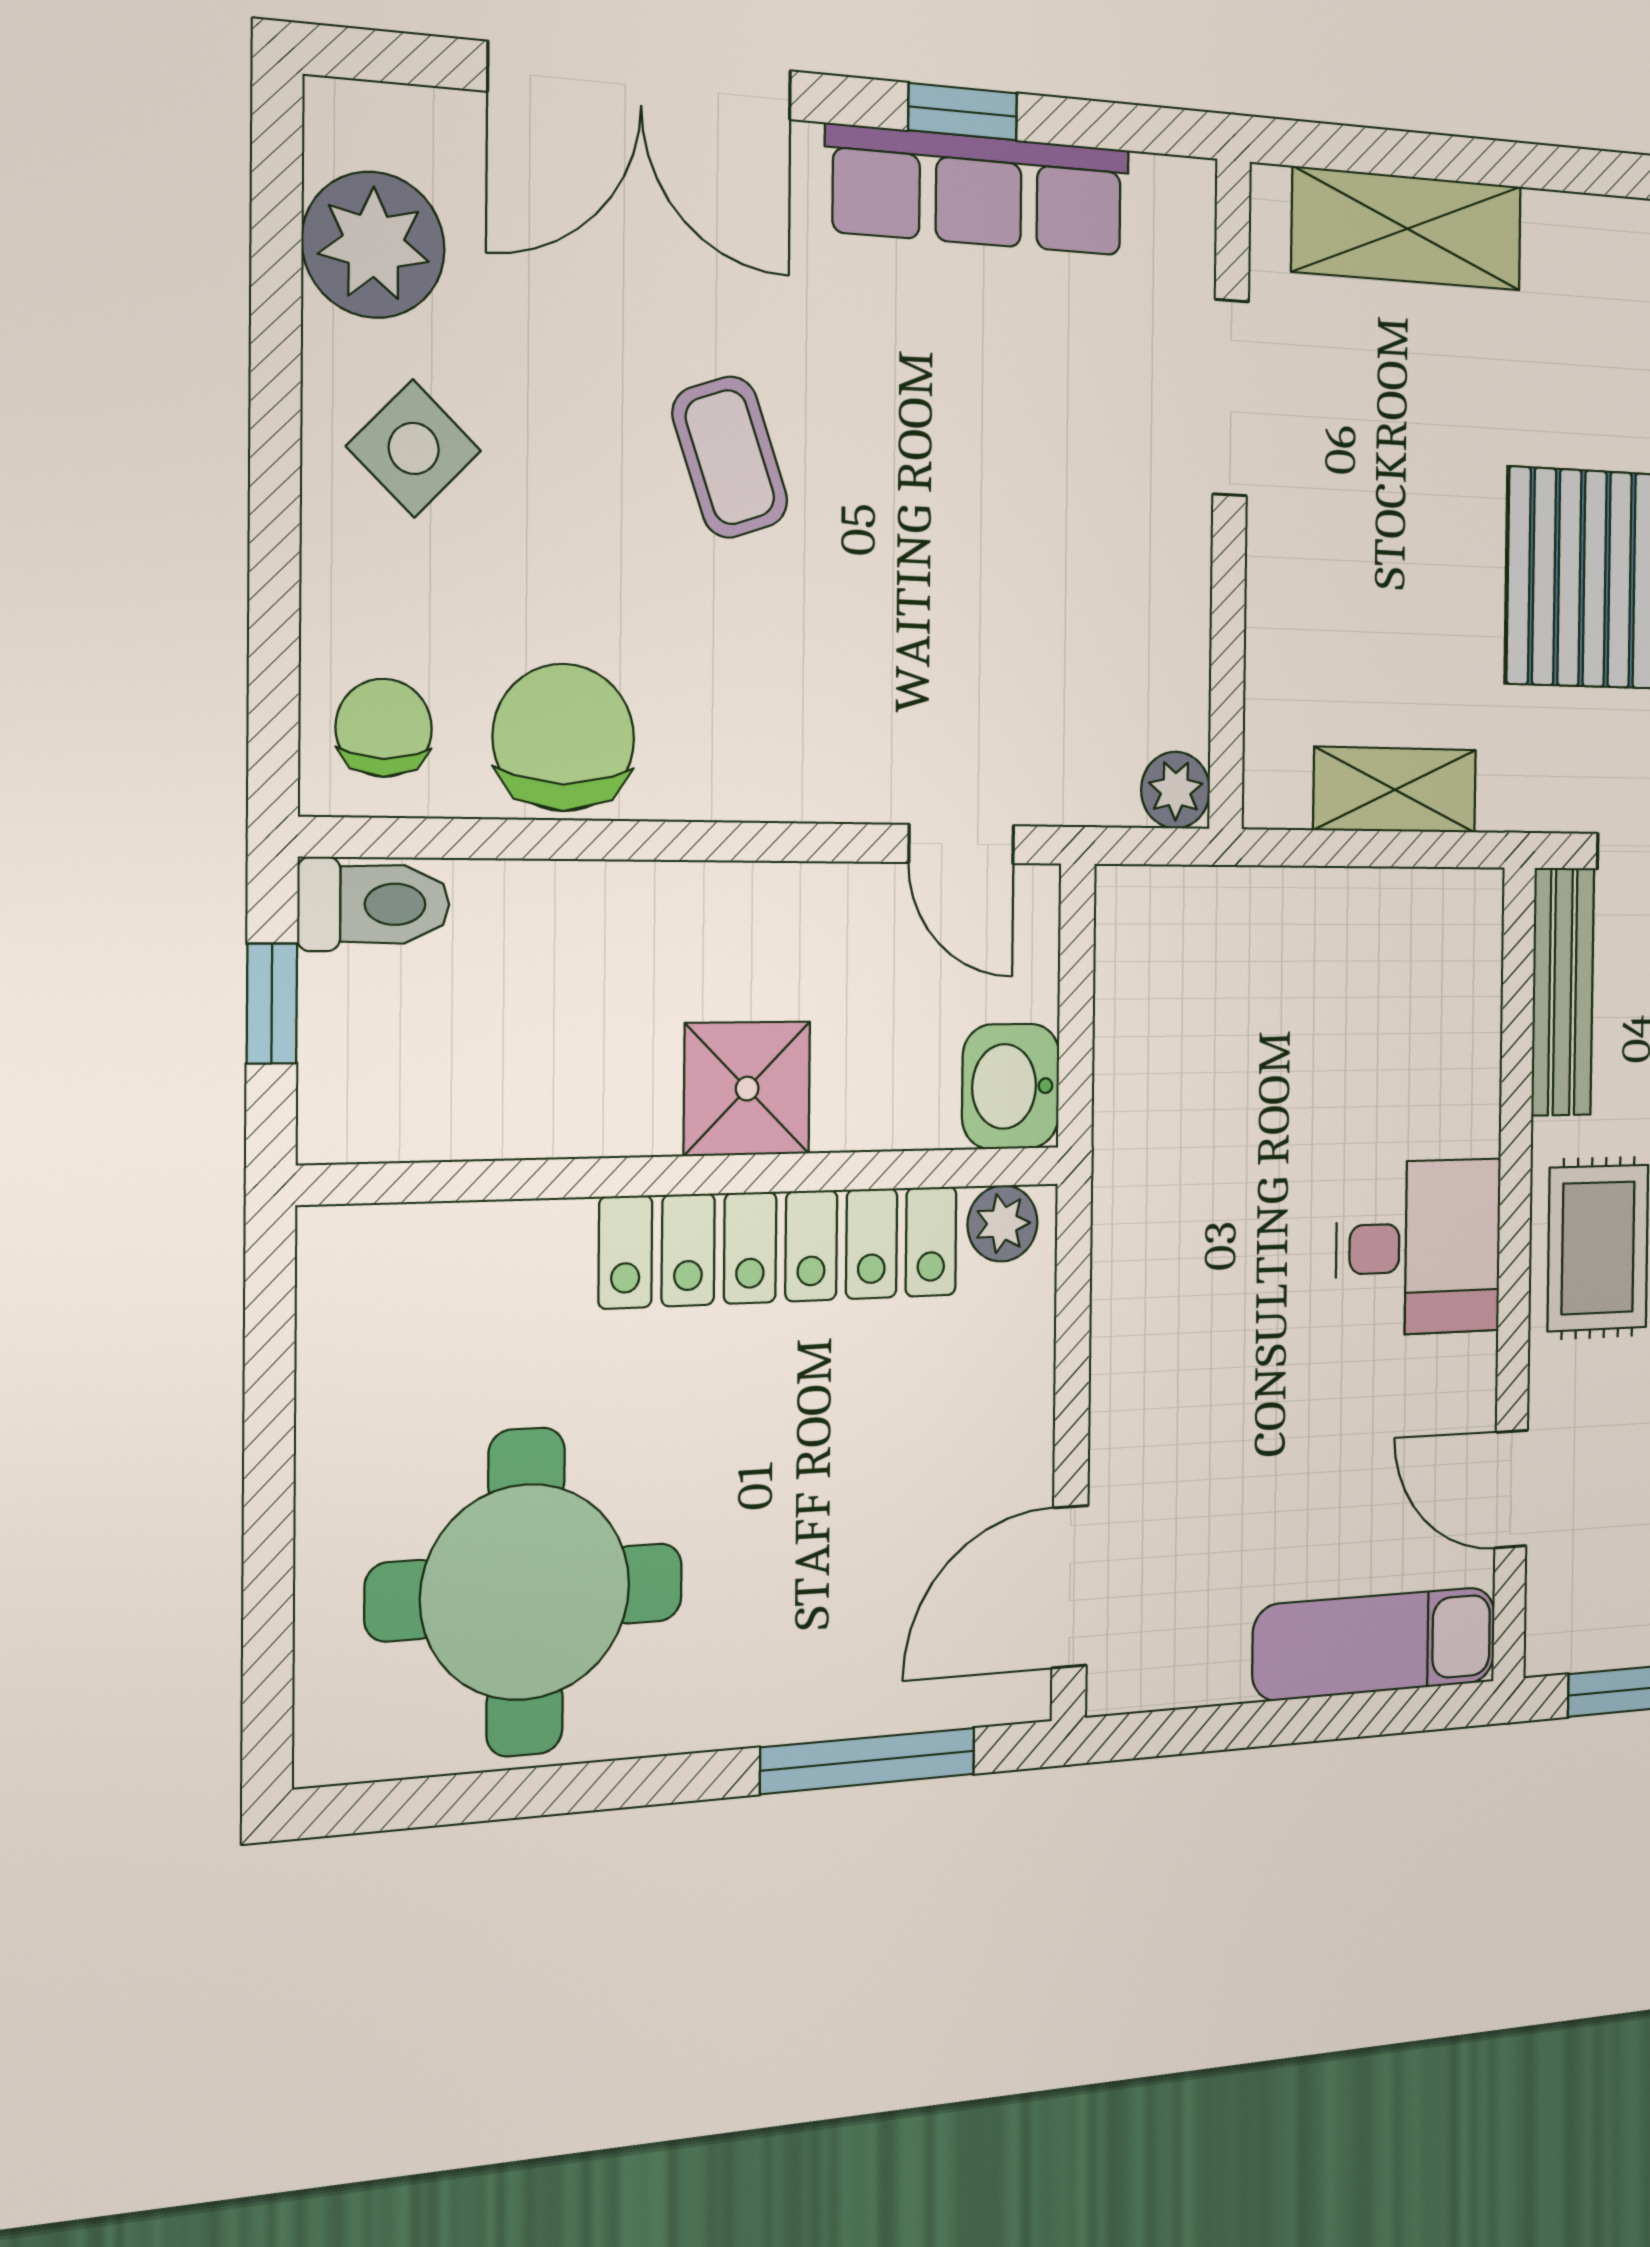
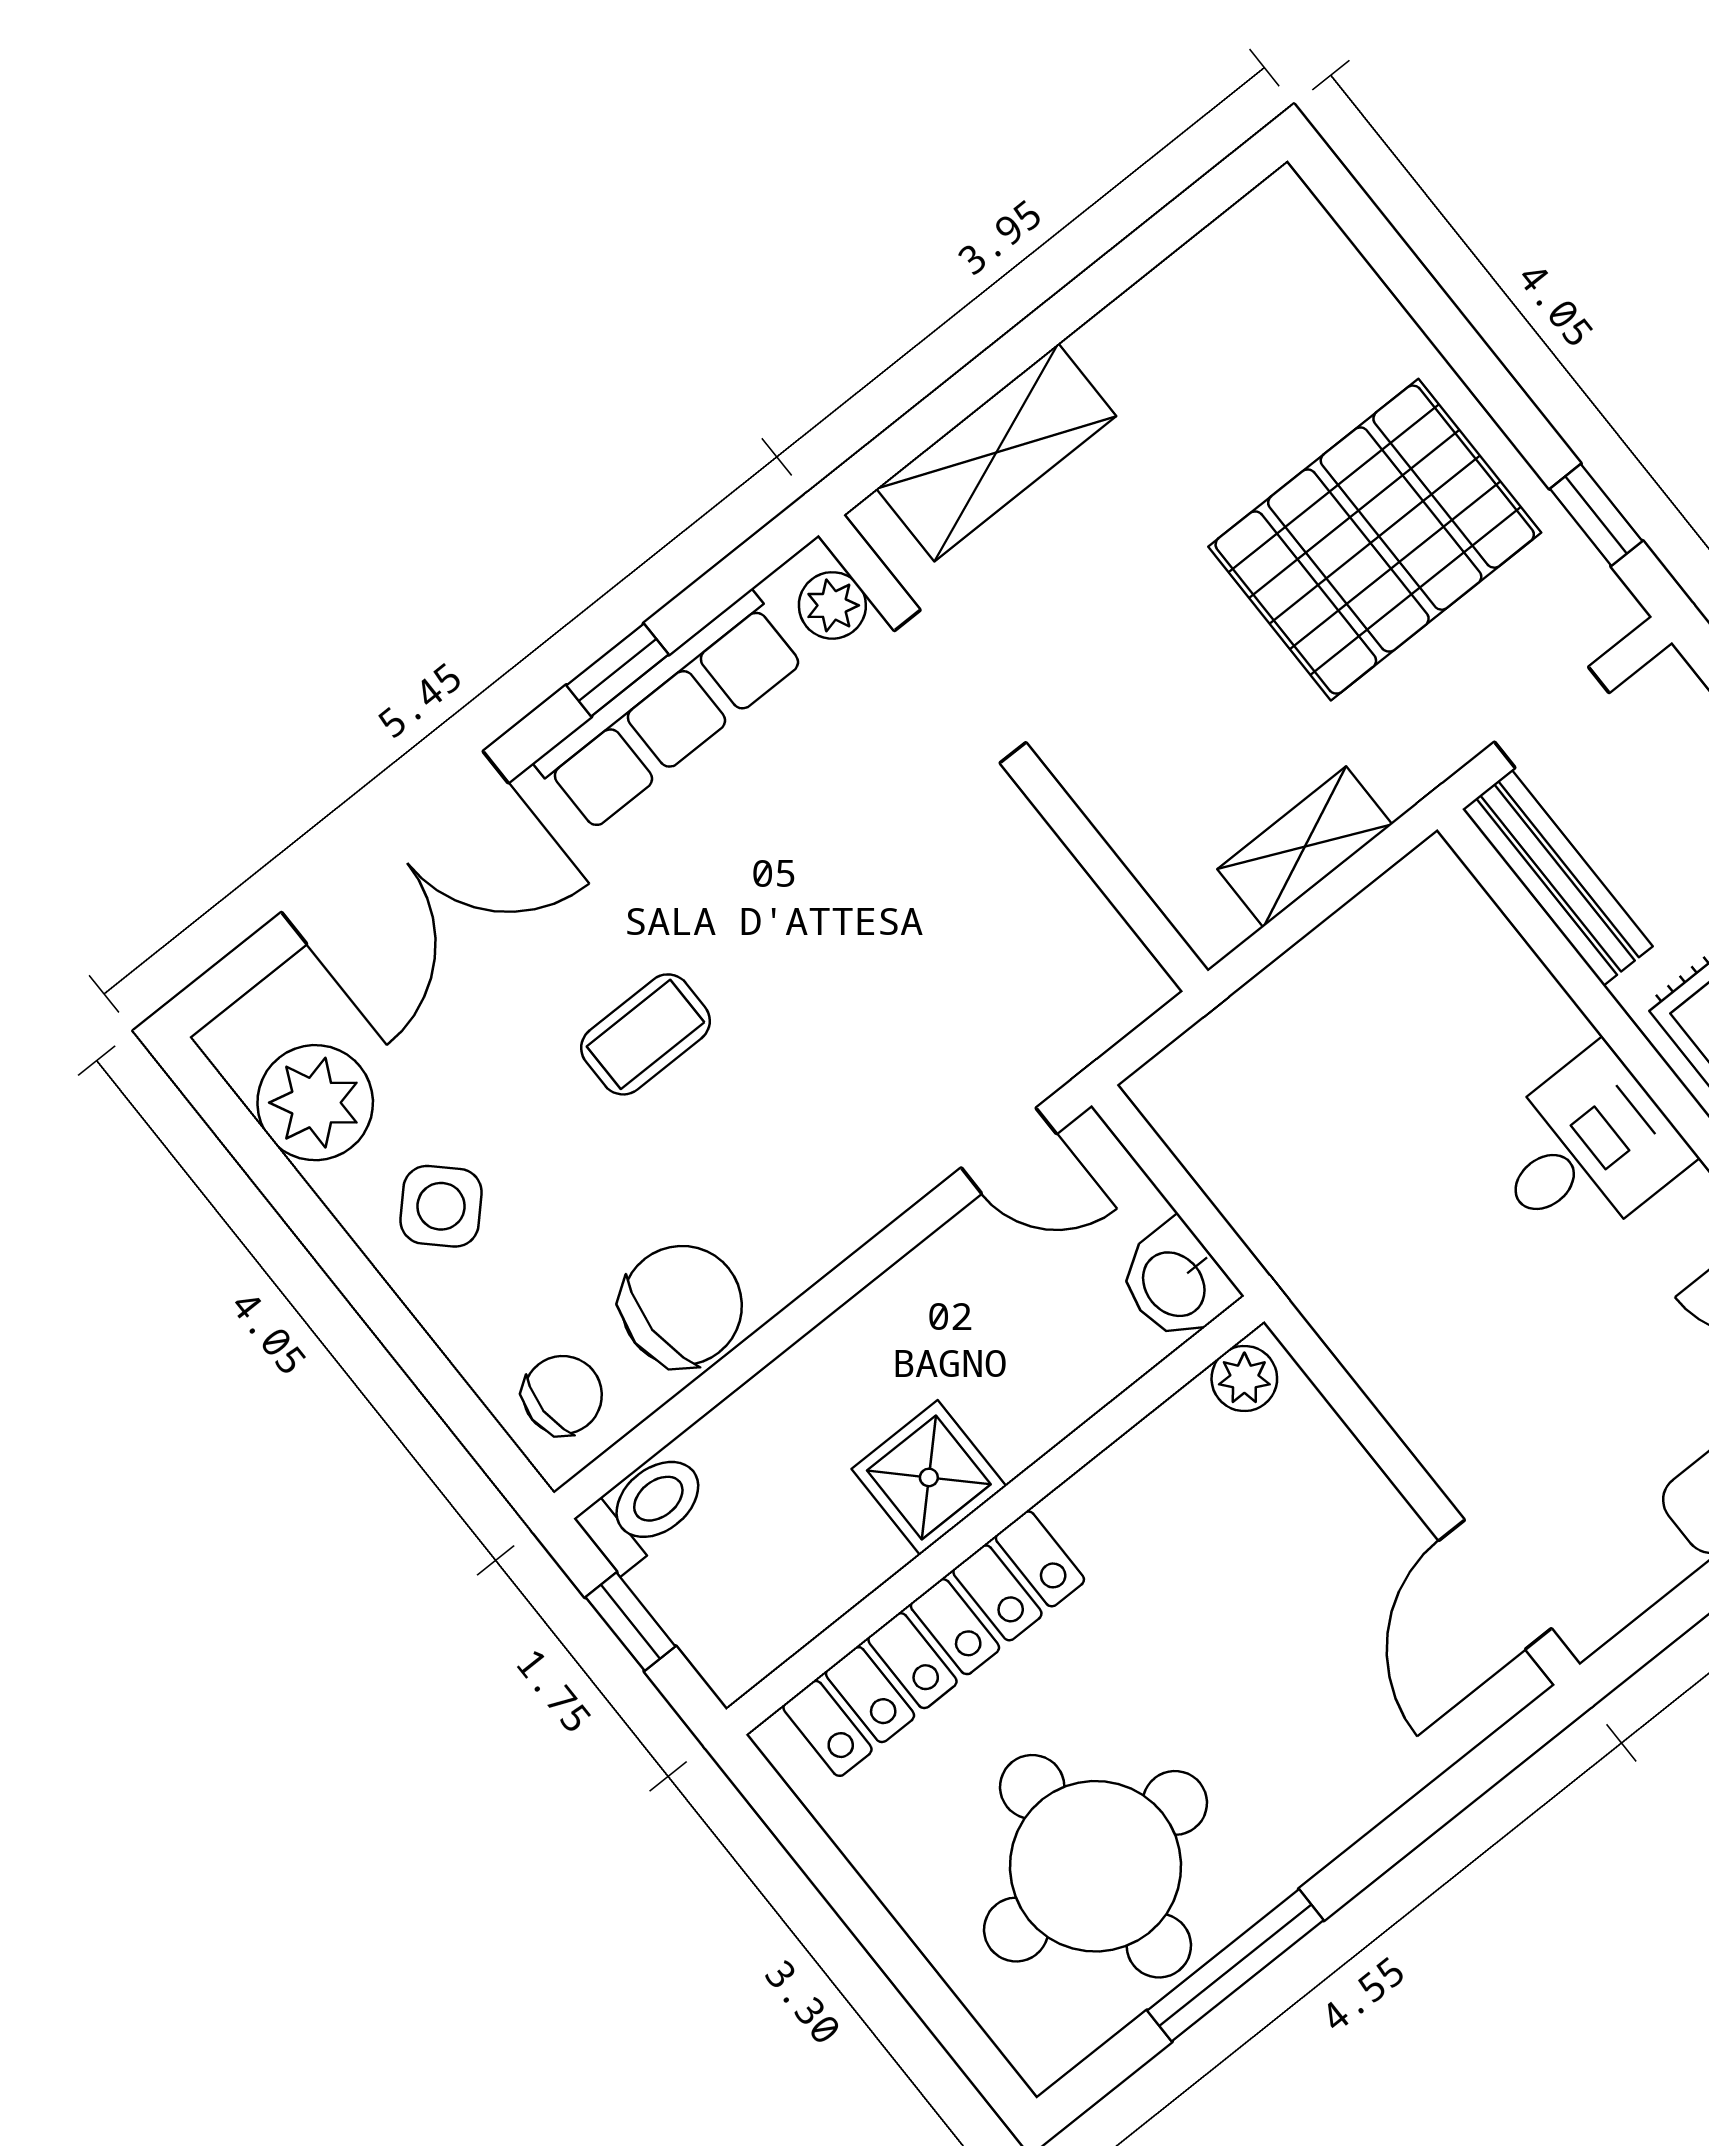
coffee table: (730, 457) -> (646, 1034), turned -71
chair: (384, 728) -> (563, 1395), turned 90
chair: (564, 738) -> (682, 1306), turned 90
plant: (1176, 790) -> (832, 605), moved
shower: (747, 1089) -> (929, 1477), moved
locker: (781, 1247) -> (934, 1644), moved
window: (868, 1761) -> (1235, 1965), moved

